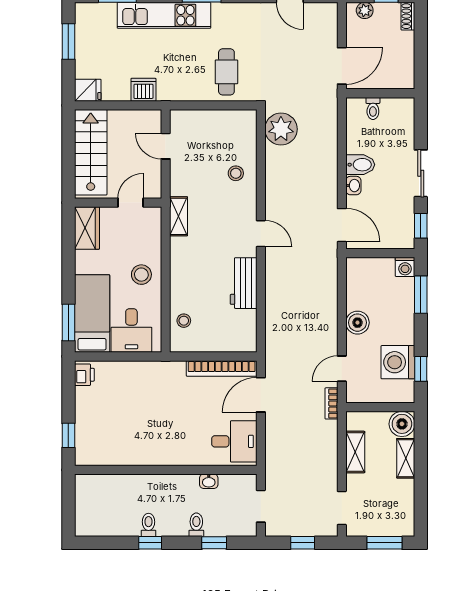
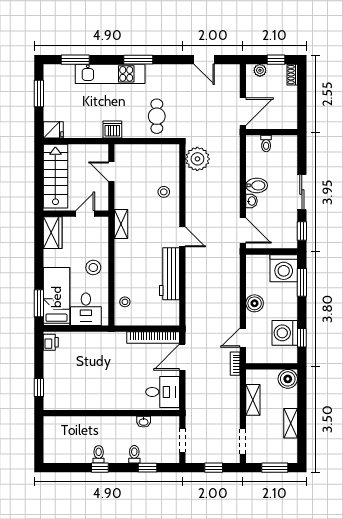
dishwasher: (143, 90) -> (112, 129), moved
washing machine: (405, 267) -> (284, 268), width x1.89, depth x1.89
workbench: (244, 283) -> (170, 274), width x1.38
shelving: (406, 458) -> (291, 423), moved

